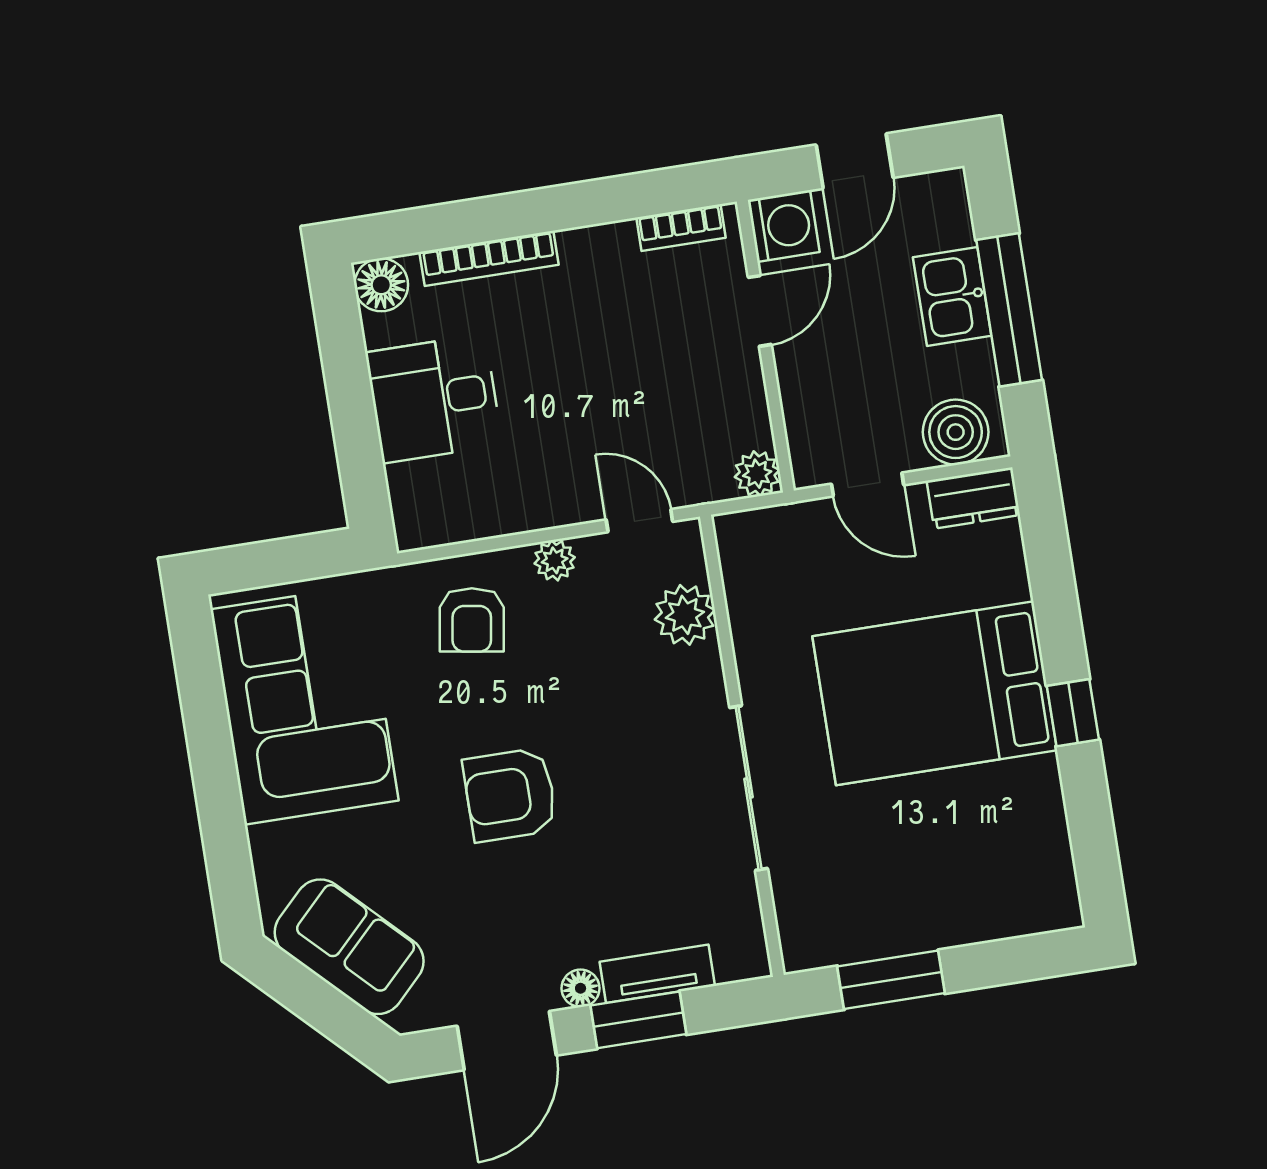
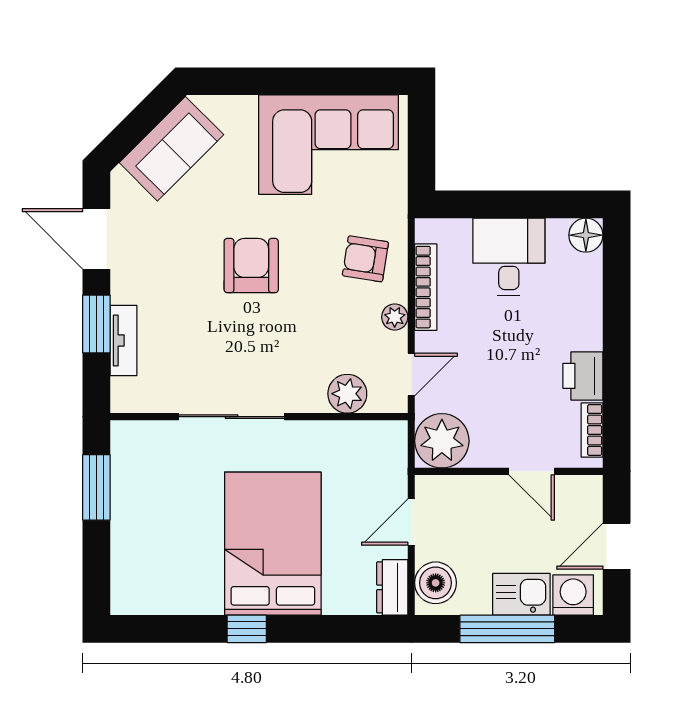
door: (855, 161) -> (617, 546), hinge flipped
washing machine: (784, 226) -> (573, 595), moved, turned 180
printer: (600, 255) -> (583, 376), added
bookcase: (489, 258) -> (426, 287), moved, turned 180
plant: (757, 474) -> (442, 441), width x1.88, depth x1.88
floor lamp: (581, 988) -> (122, 291), removed

